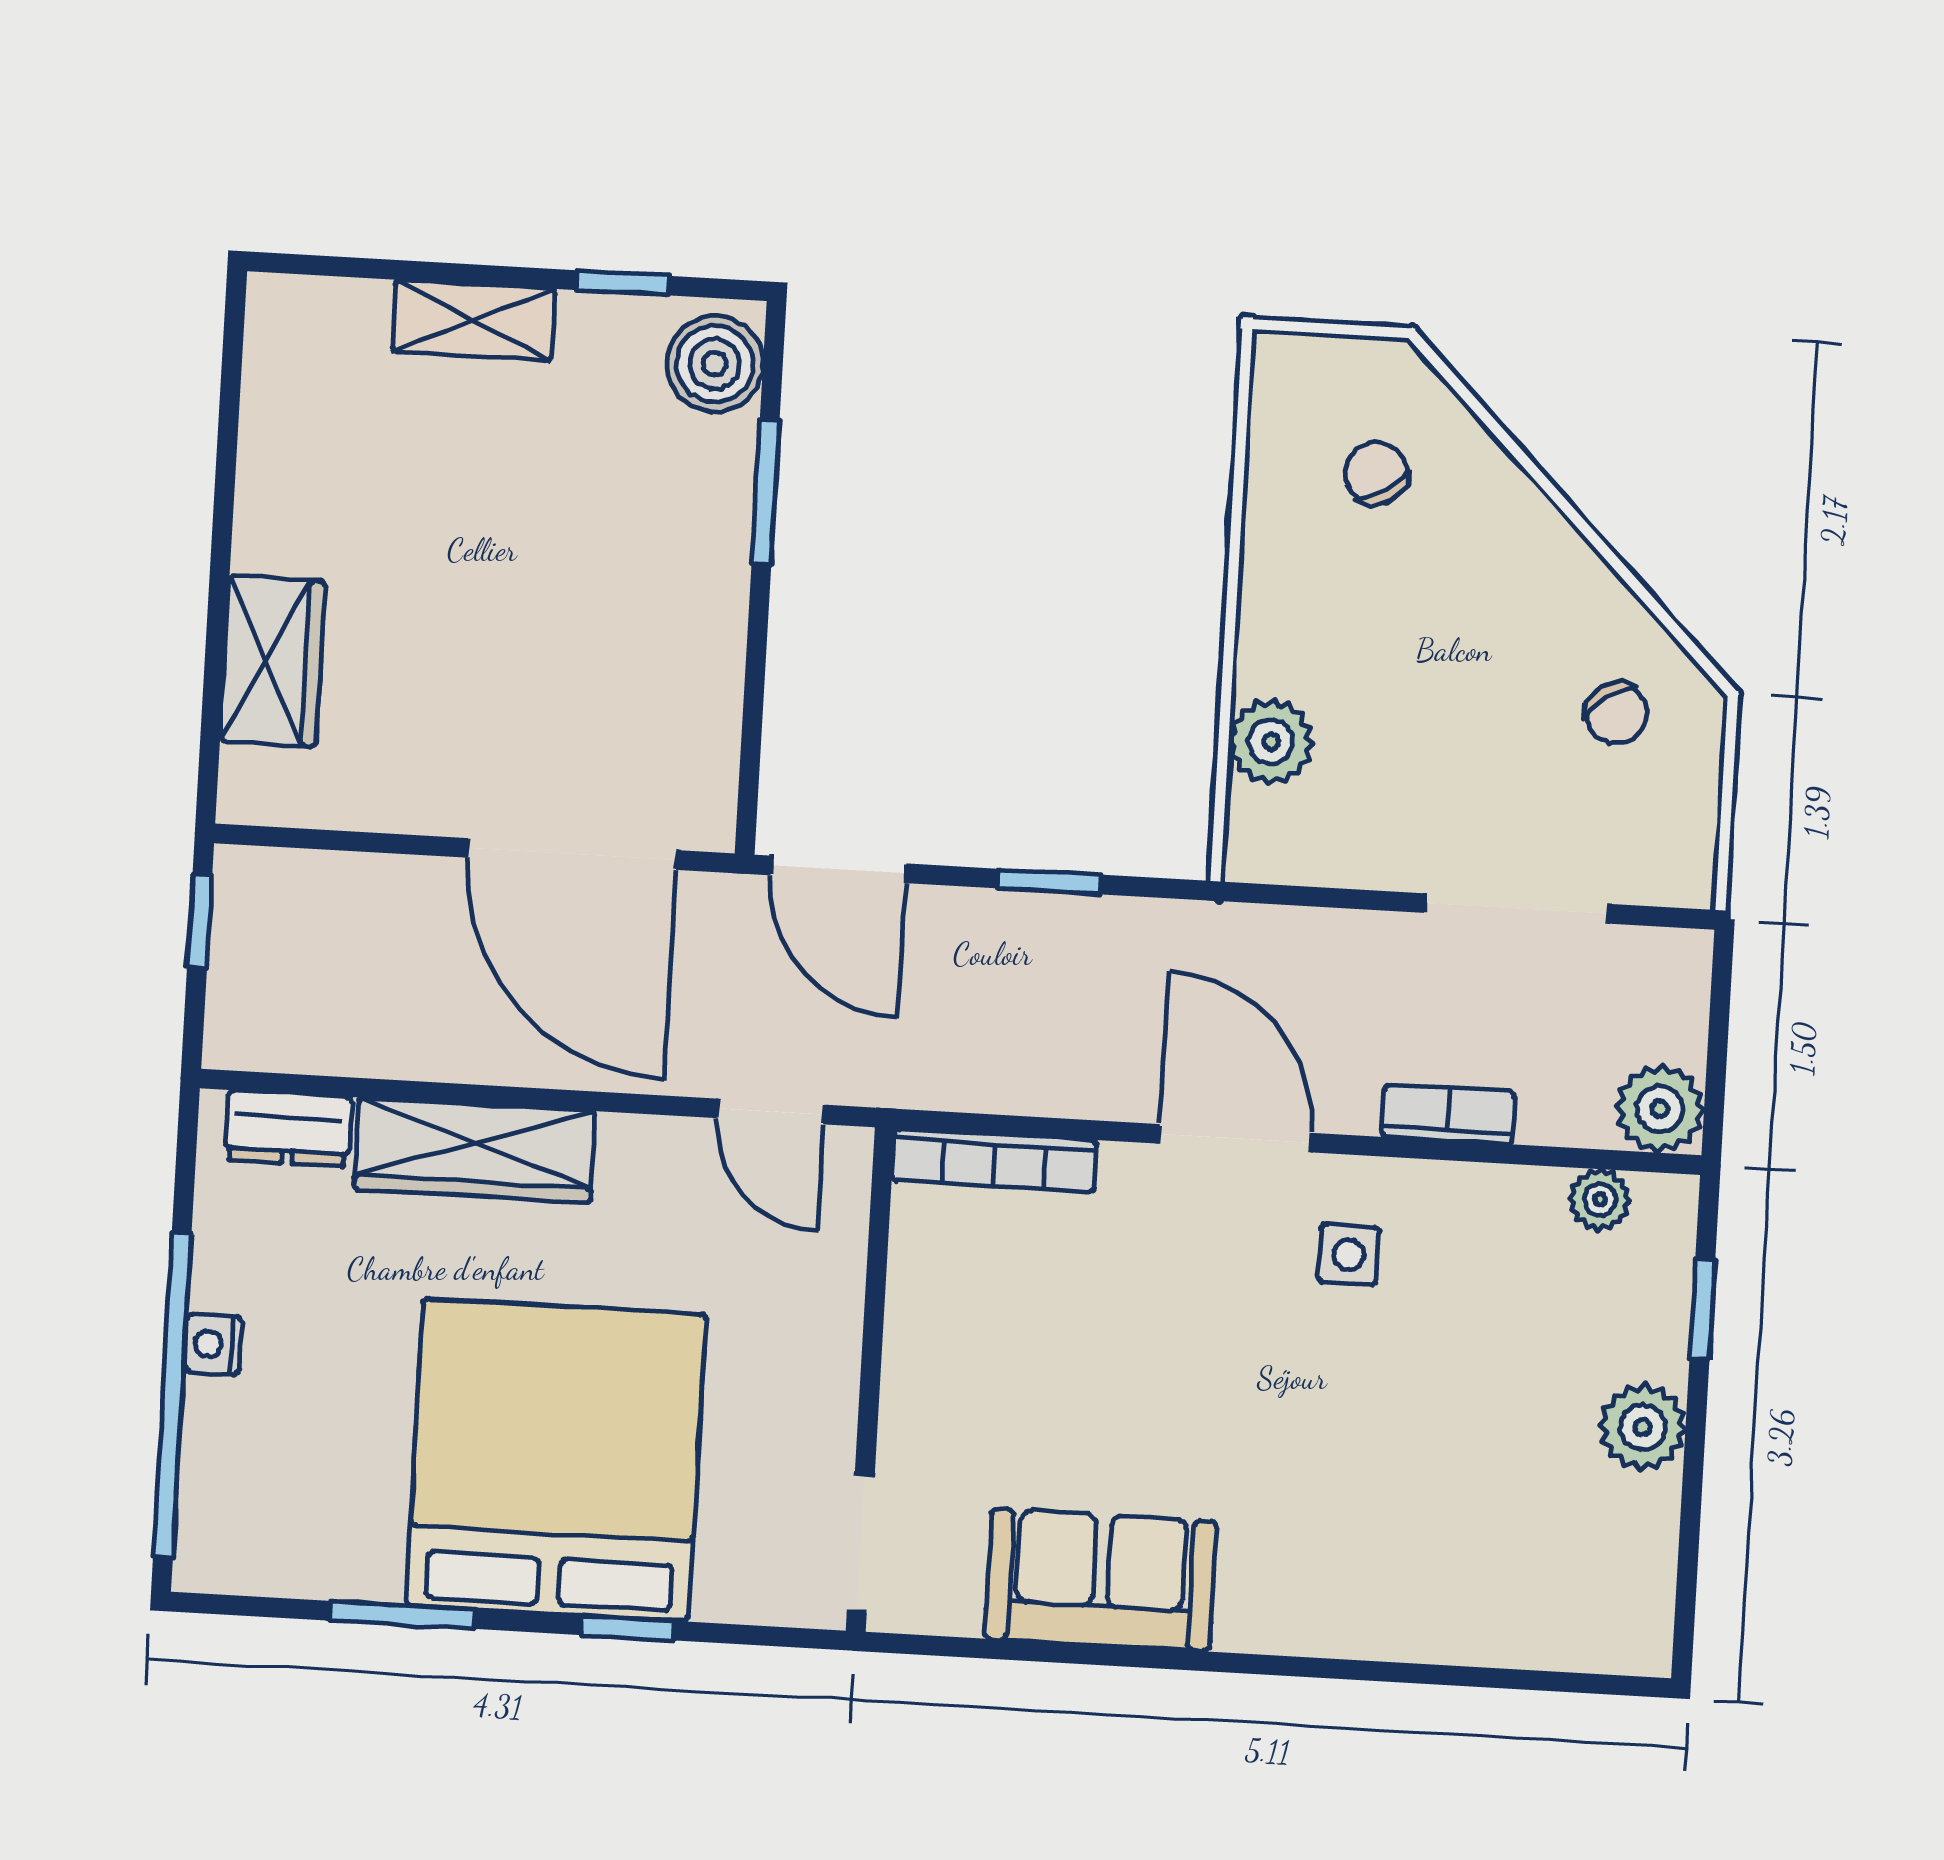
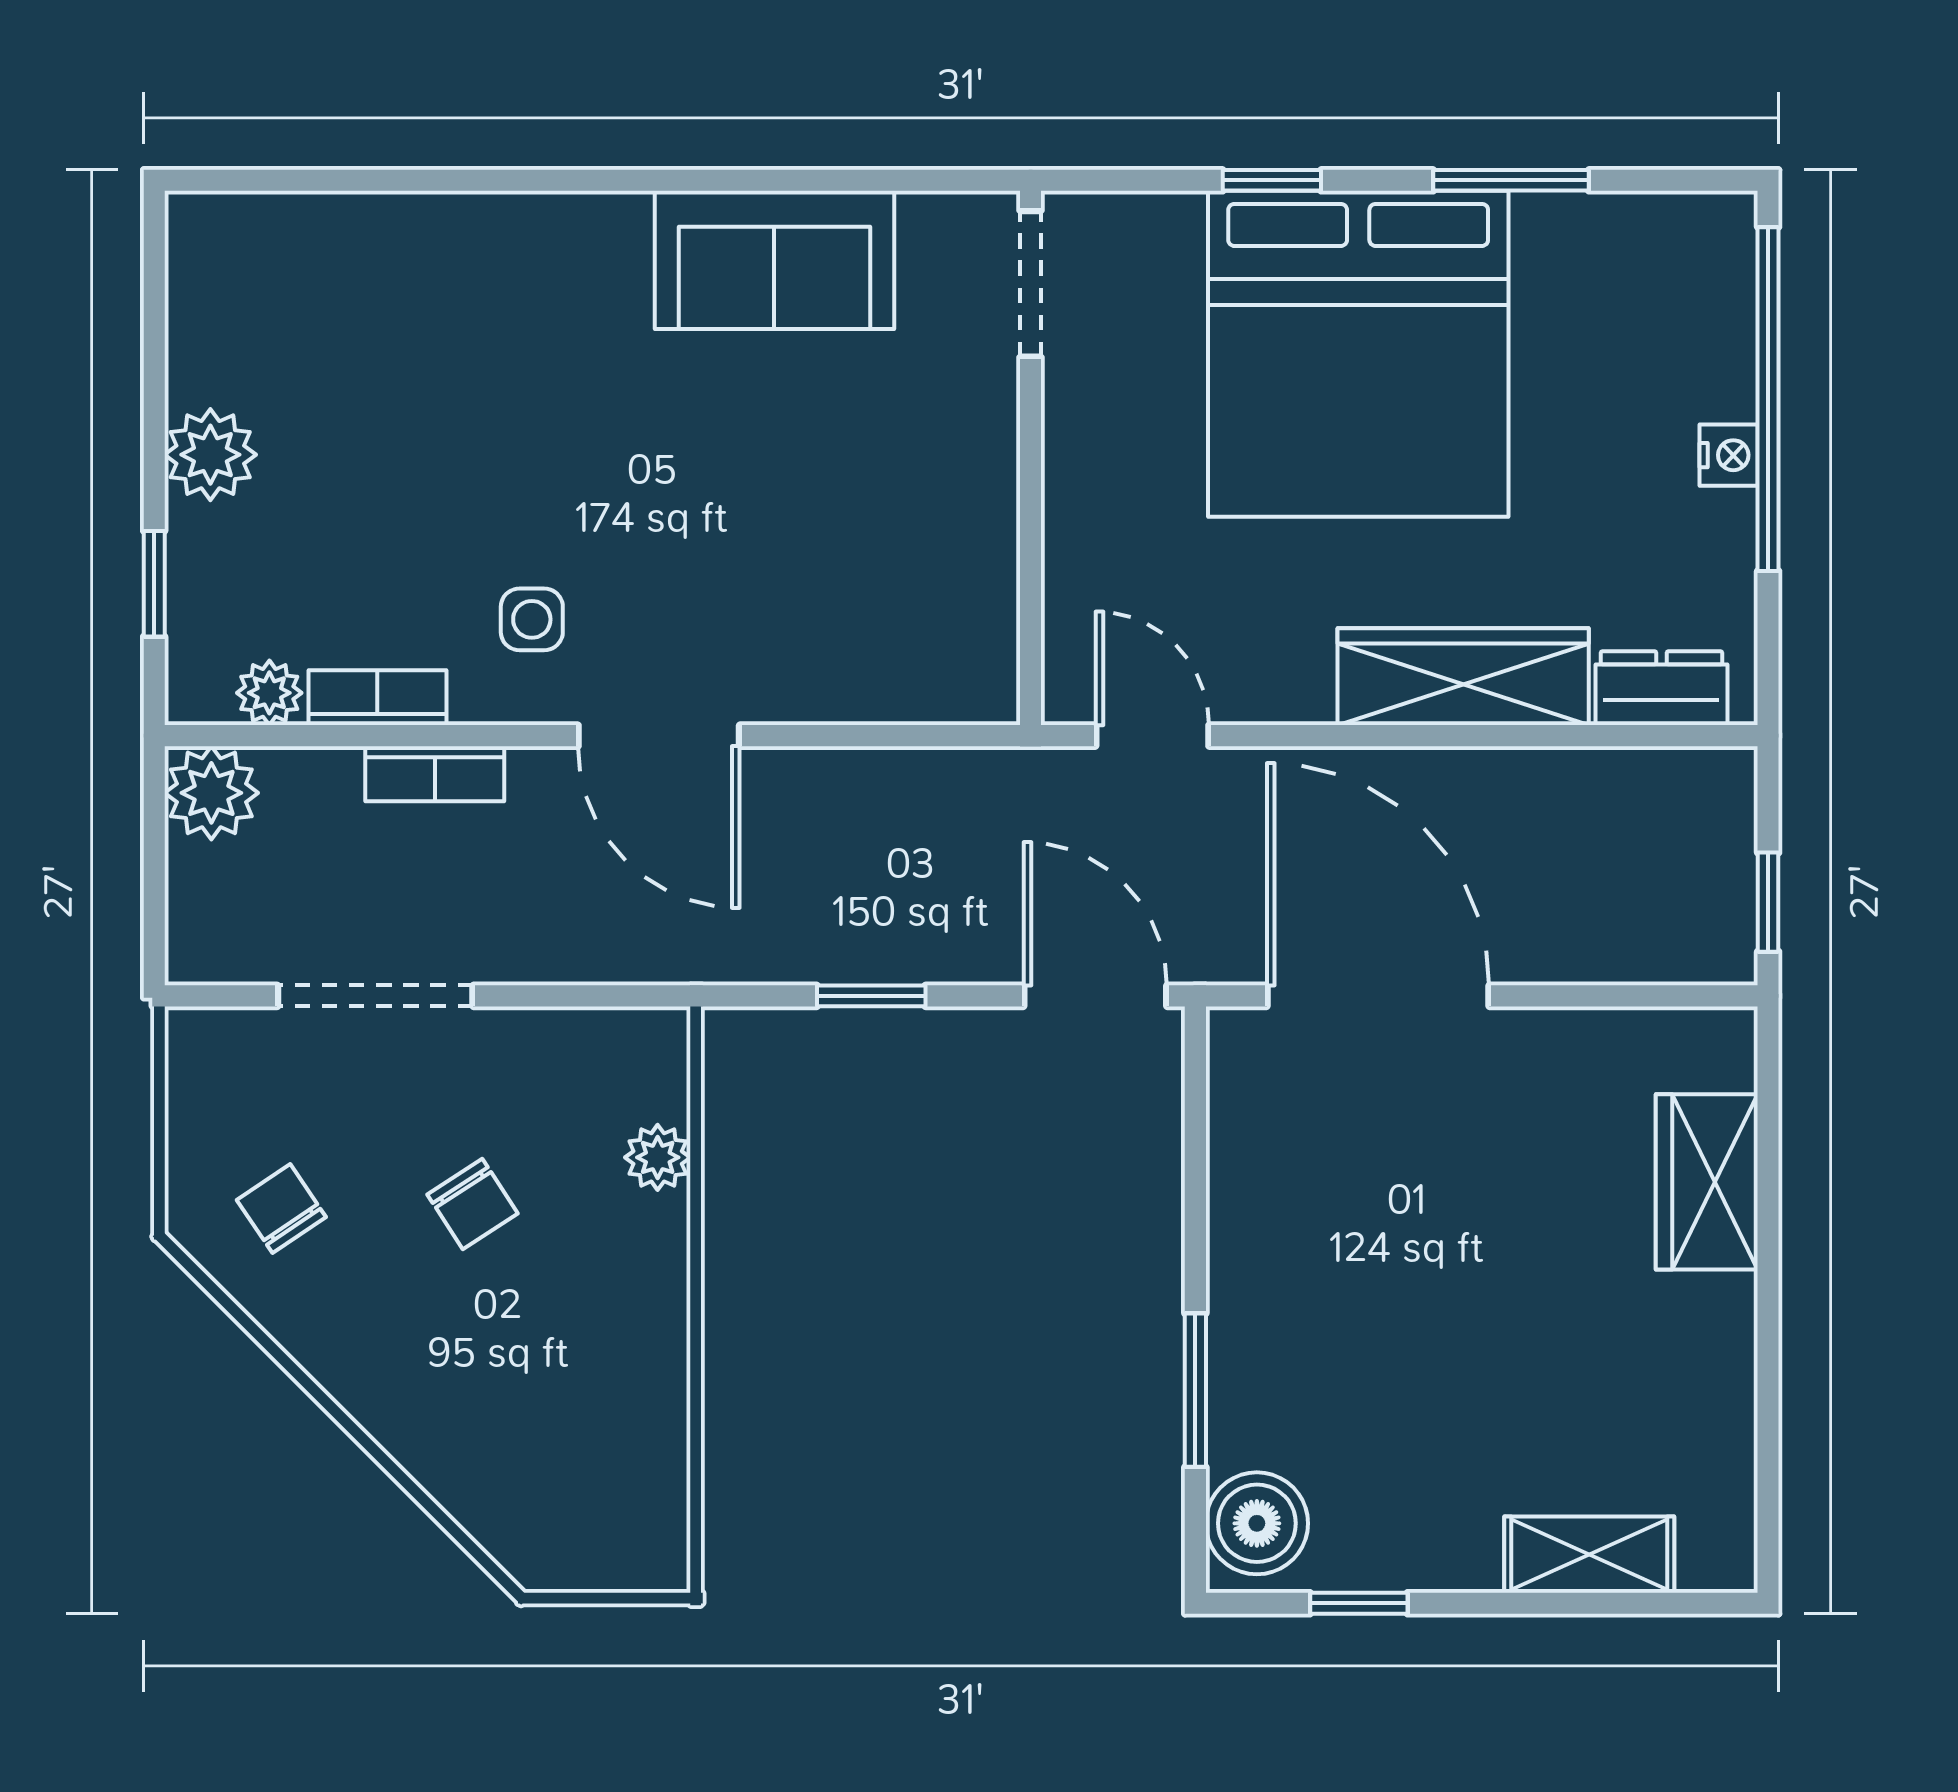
shelving: (474, 320) -> (1589, 1555), moved
chair: (1376, 473) -> (473, 1204), moved
plant: (1271, 742) -> (658, 1157), width x0.73, depth x0.73
bookcase: (994, 1160) -> (377, 698), moved, width x0.64

